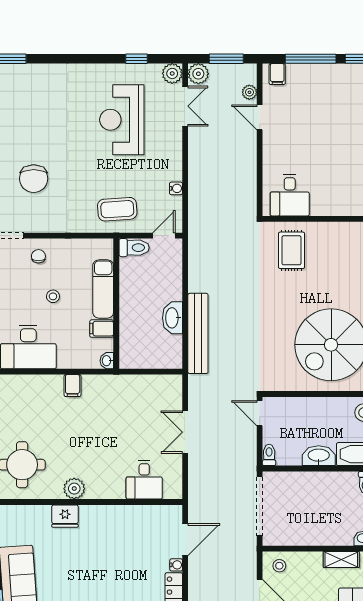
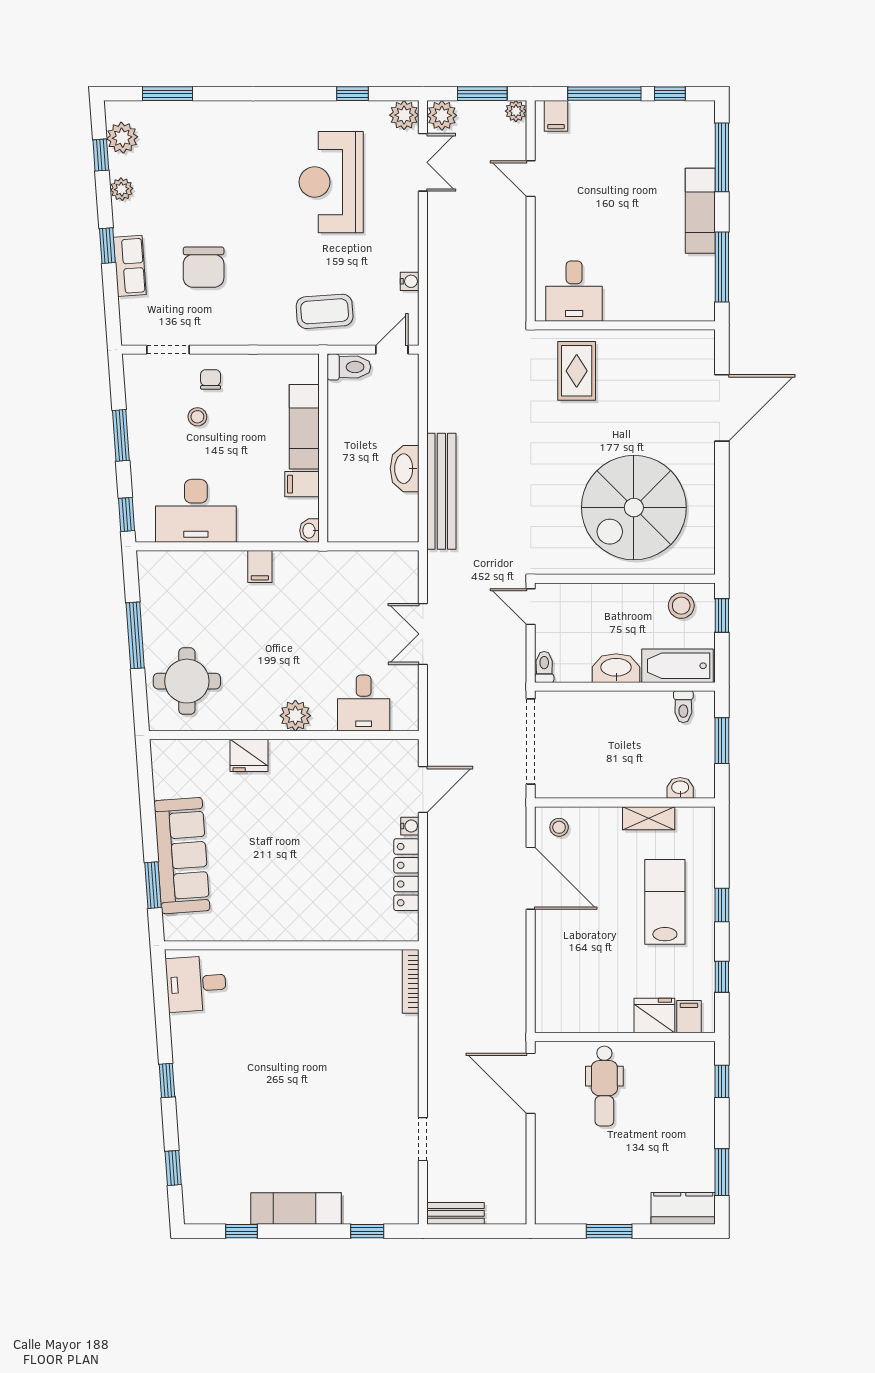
plant: (249, 92) -> (516, 111), moved
stool: (53, 296) -> (197, 417), moved
plant: (74, 489) -> (295, 716), moved

